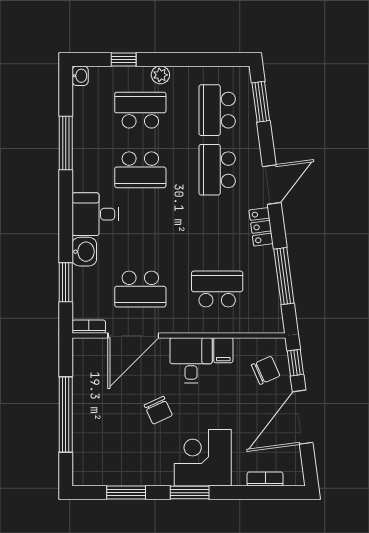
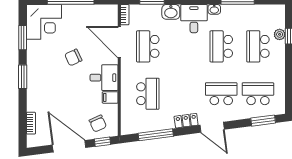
plant: (160, 75) -> (280, 34), moved
washbasin: (80, 76) -> (214, 9), moved
school desk: (140, 110) -> (258, 46), turned 180
corner desk: (203, 458) -> (44, 22), moved, turned 90

